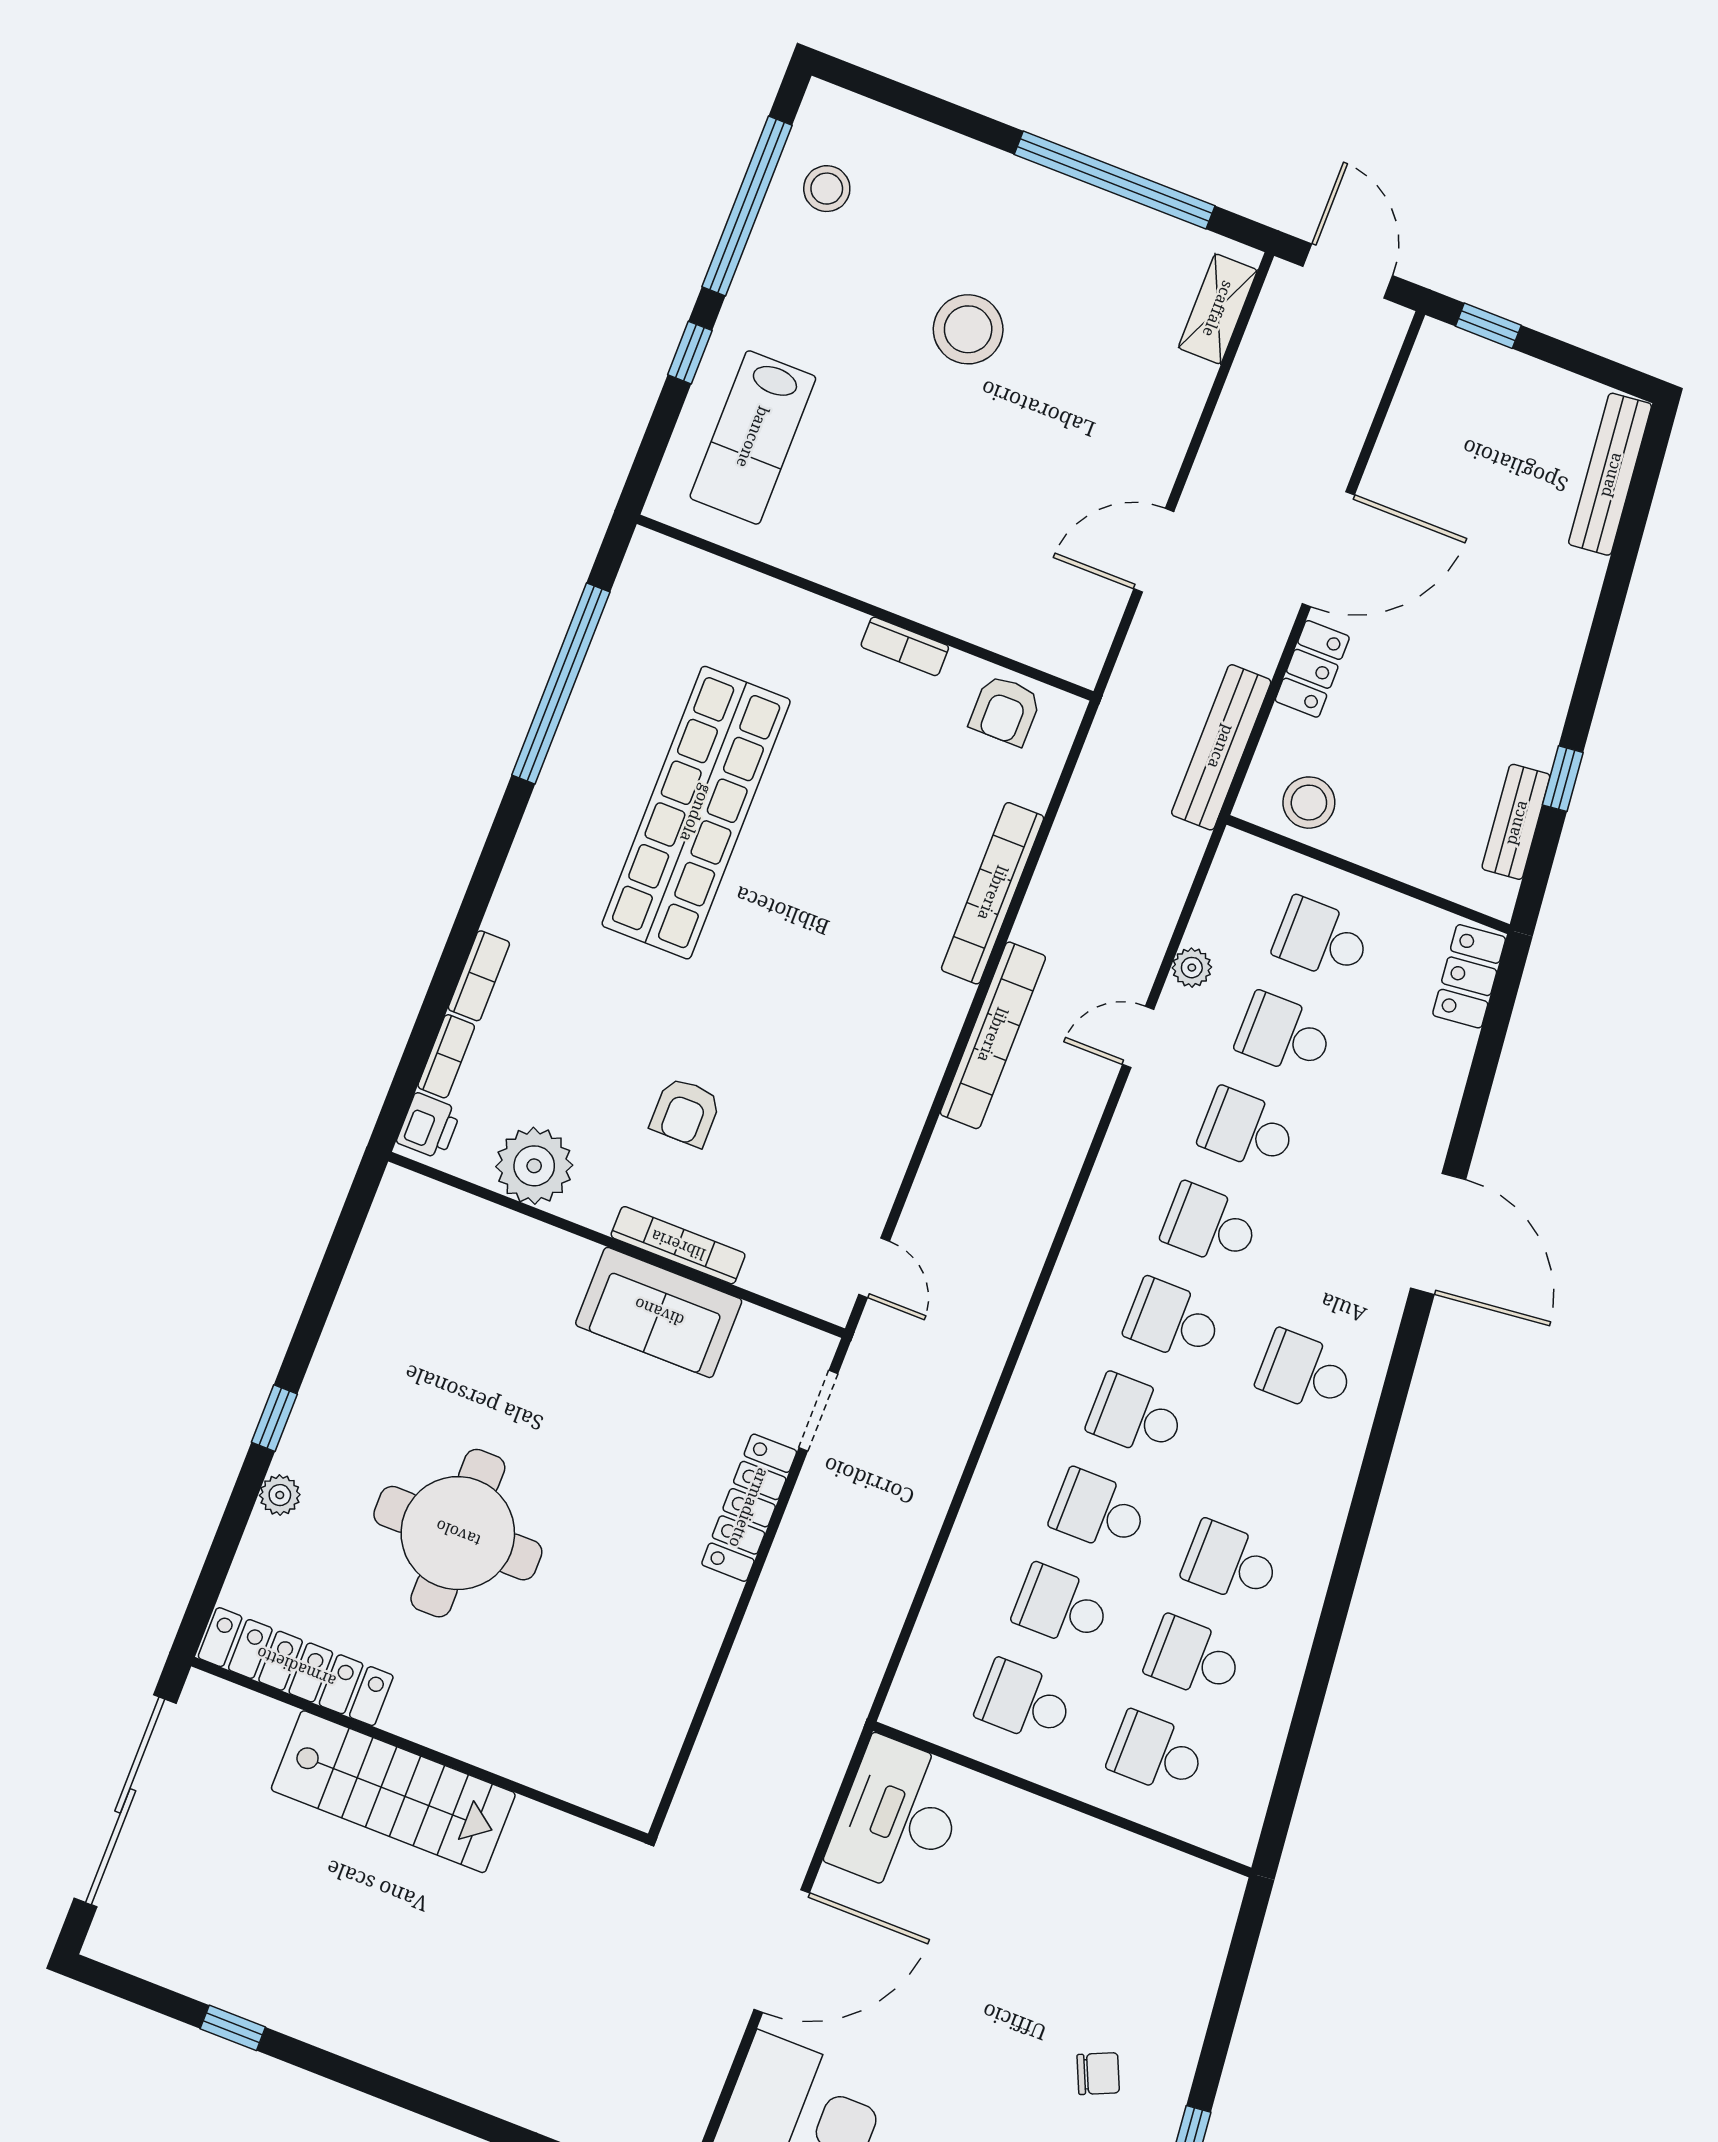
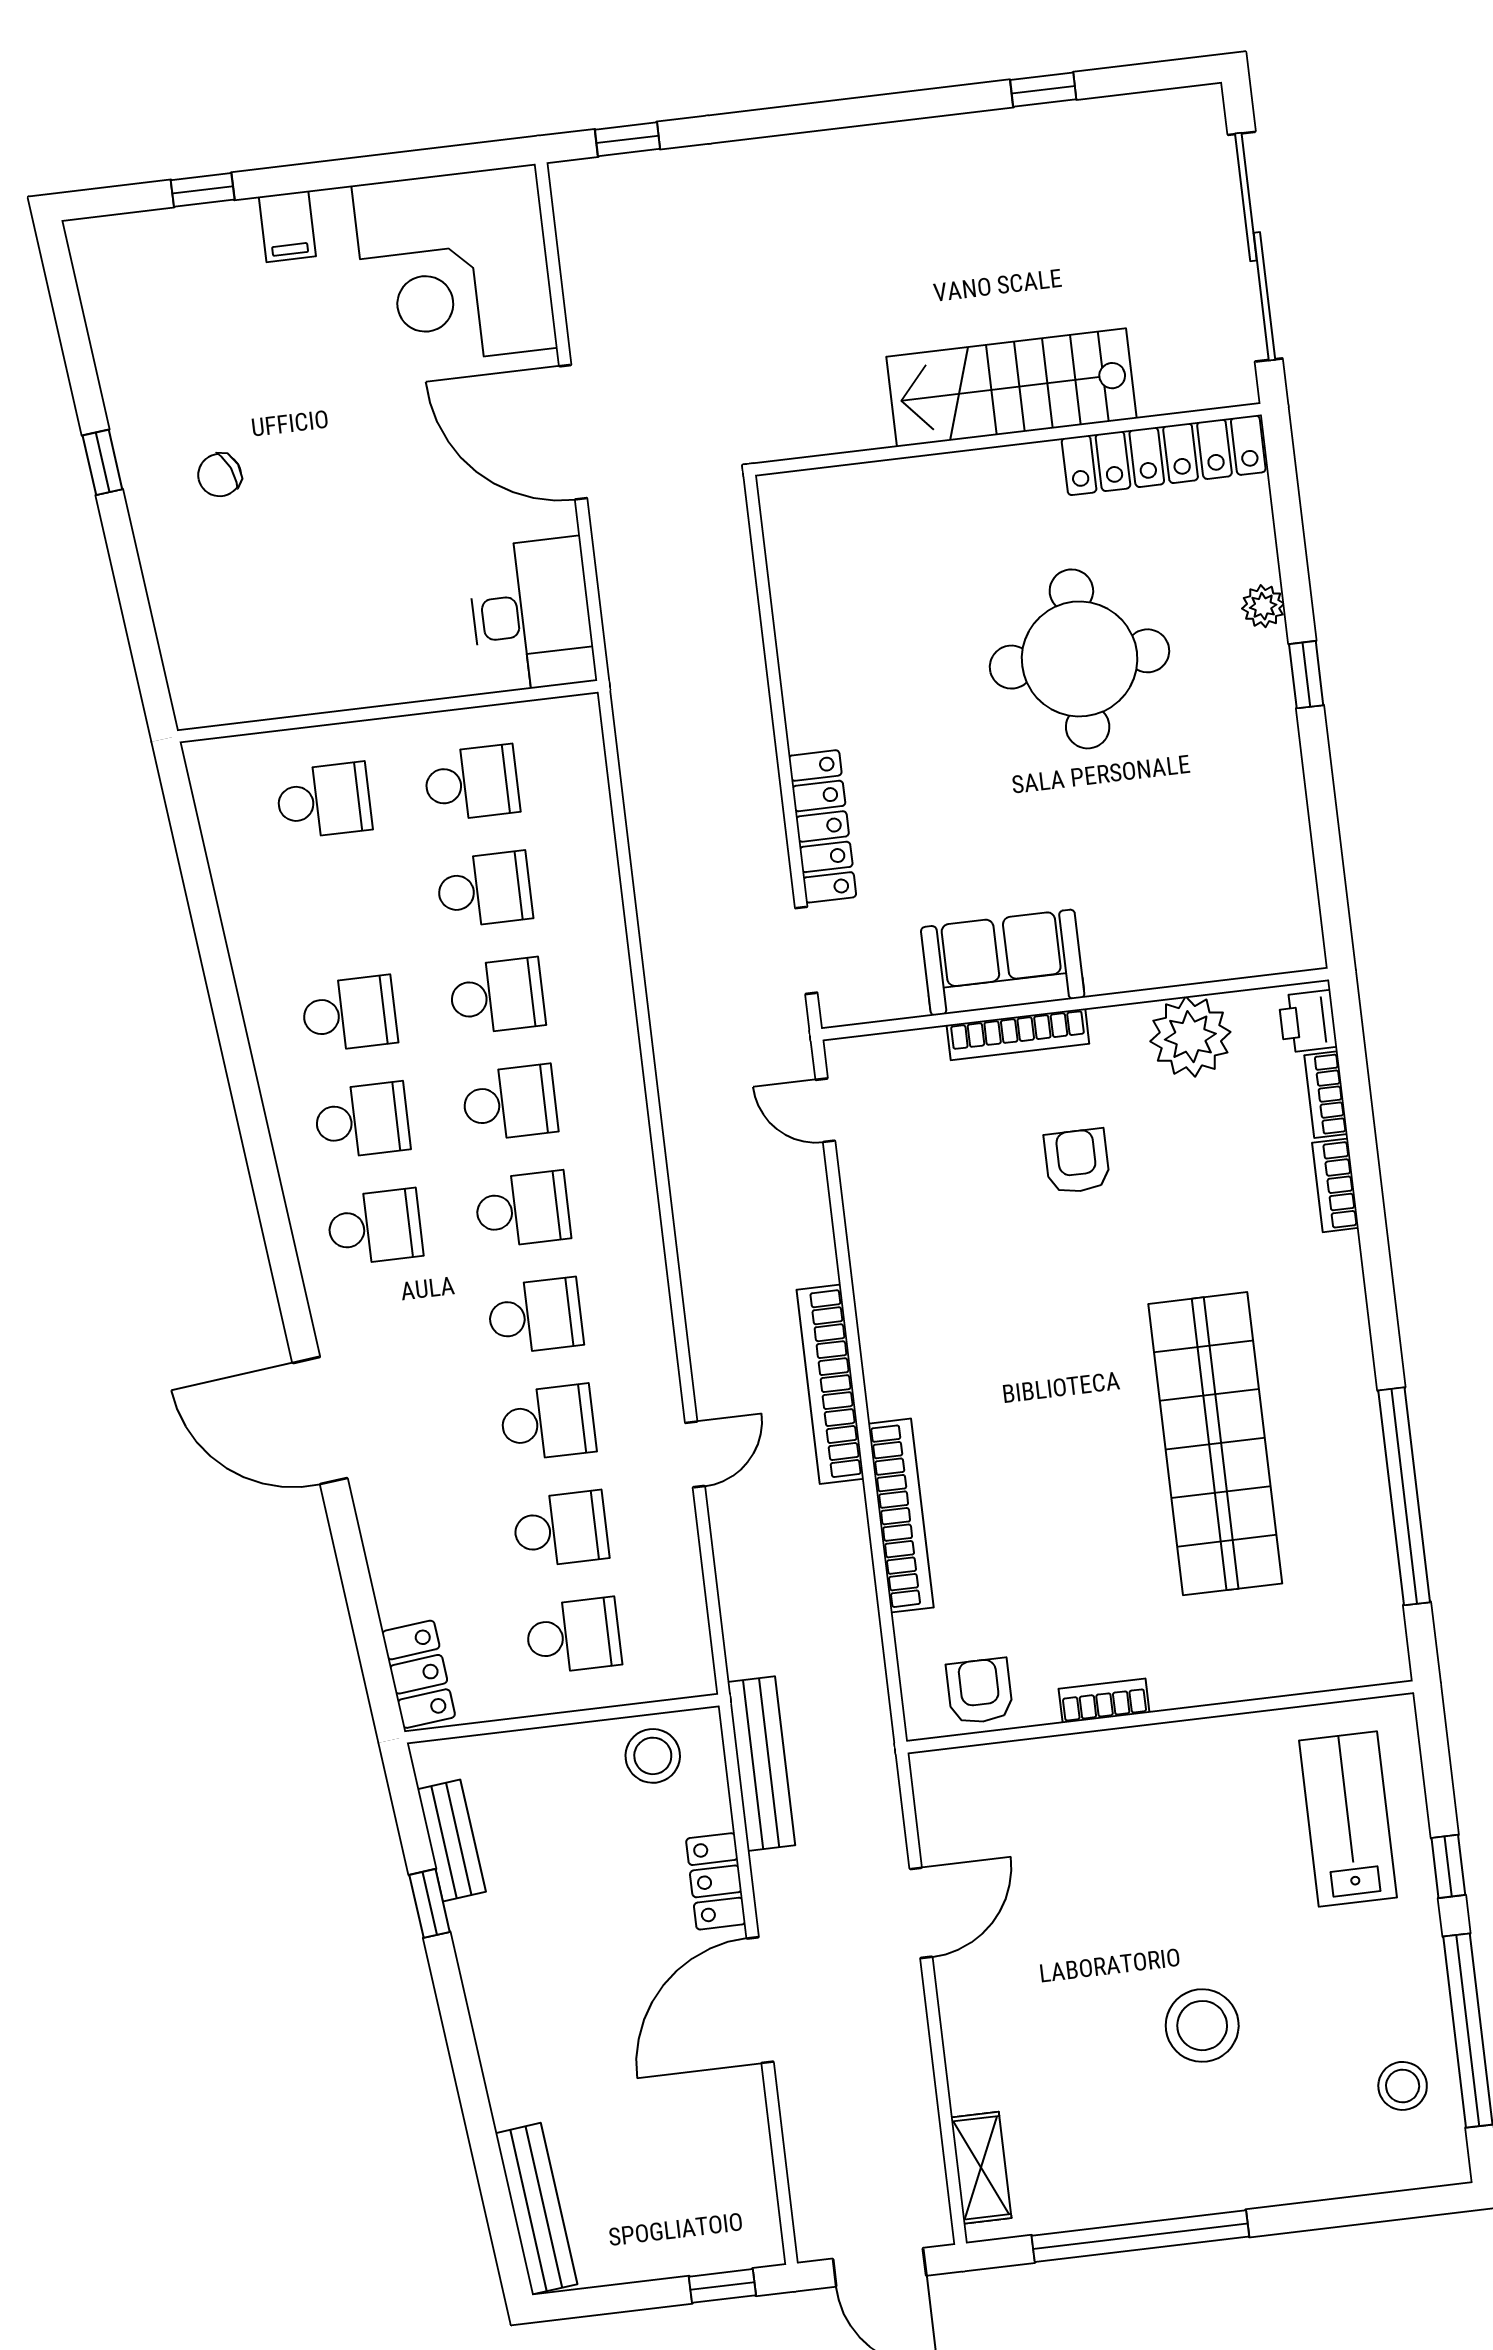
plant: (1192, 968) -> (680, 1545), removed
school desk: (1194, 1658) -> (362, 1120), moved
door: (782, 1951) -> (573, 432), hinge flipped

